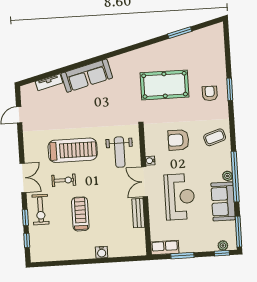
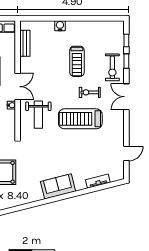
sofa: (87, 76) -> (58, 186), width x0.73
weight bench: (120, 152) -> (38, 115), turned 180
exercise bike: (41, 210) -> (112, 67), turned 180
bench: (138, 213) -> (25, 43), moved

